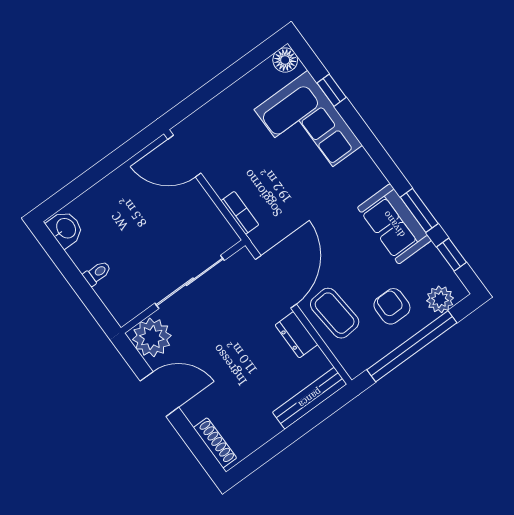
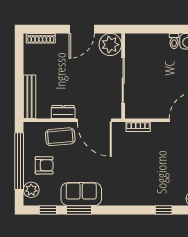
corner sofa: (308, 127) -> (154, 187), removed
toilet: (97, 273) -> (174, 41), moved

